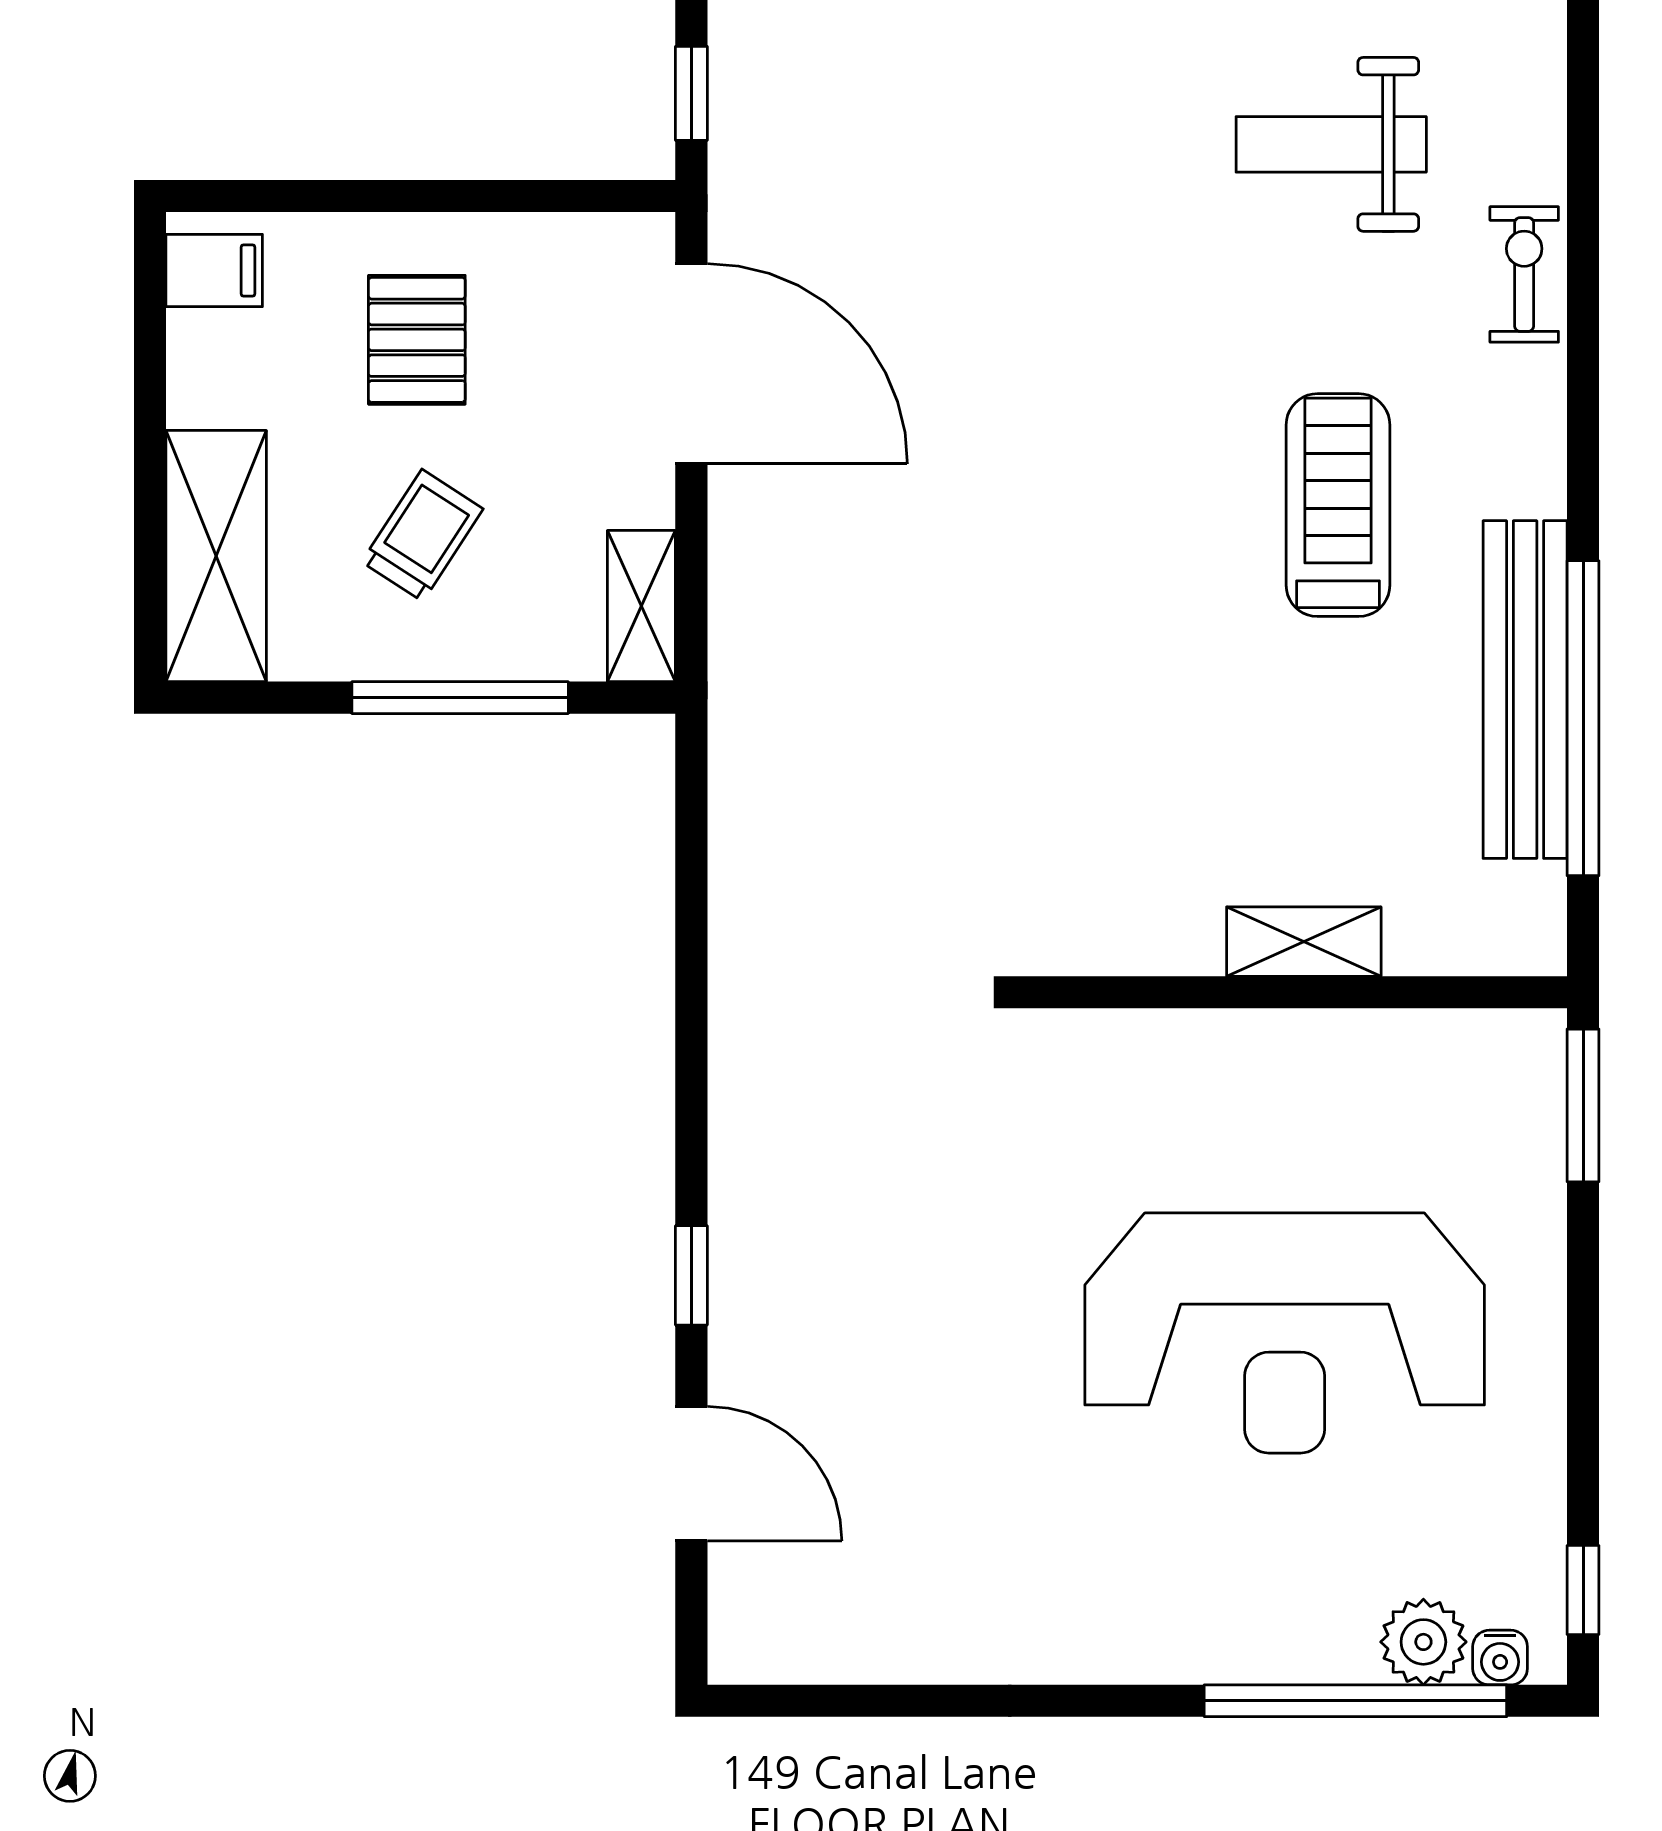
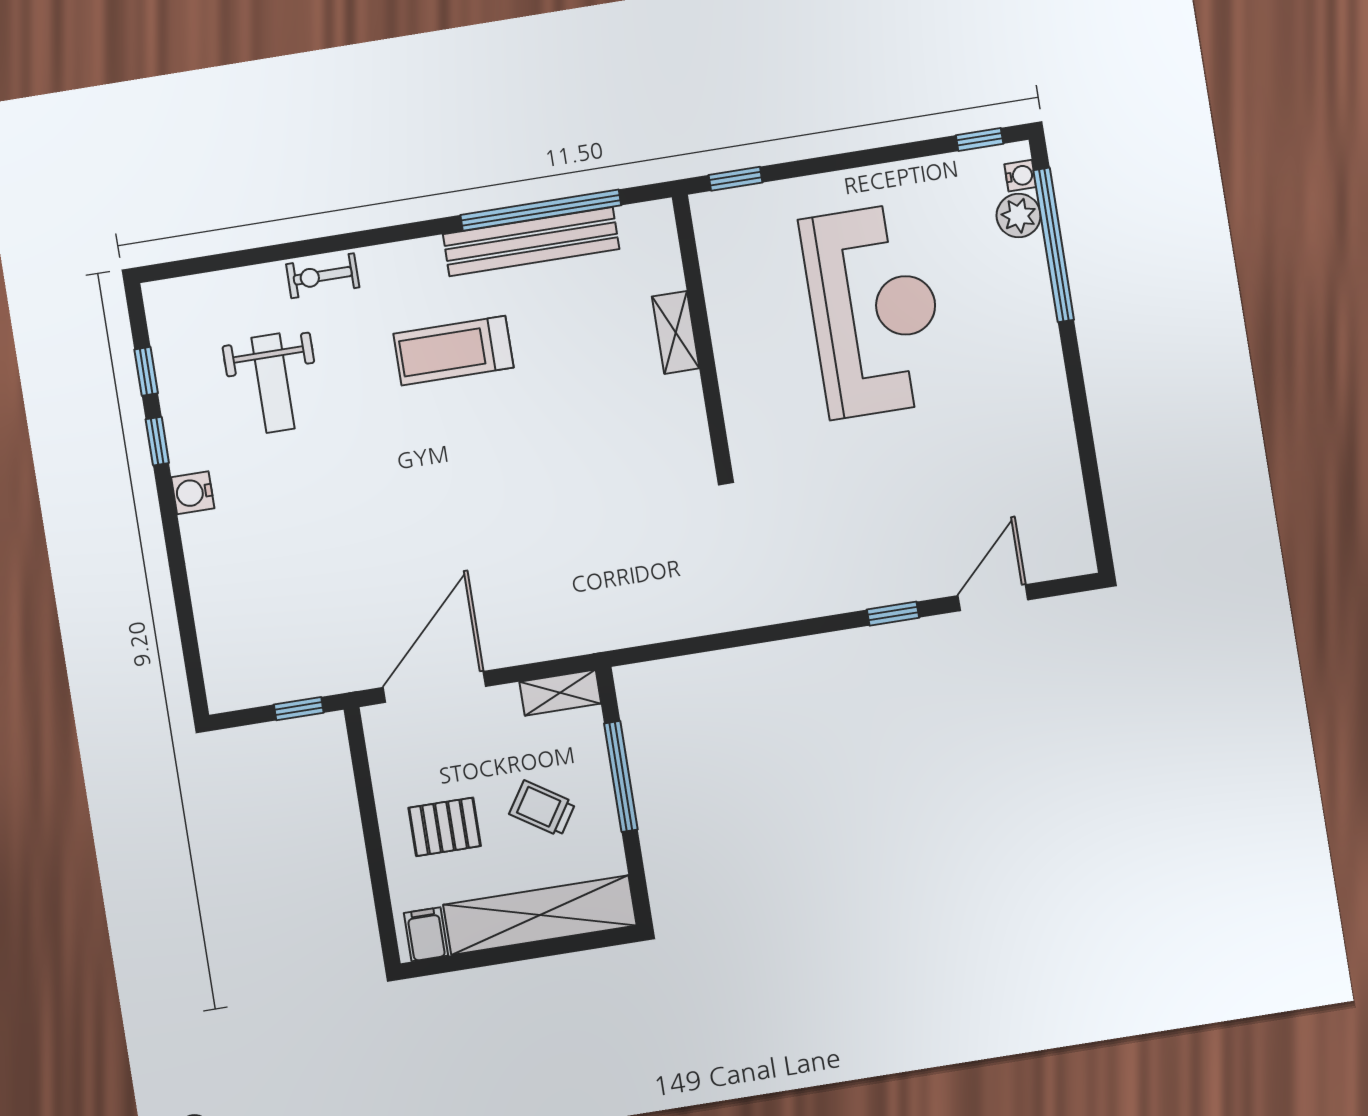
shelving: (216, 556) -> (540, 915), width x1.47
window: (1583, 1105) -> (736, 179), width x0.67

